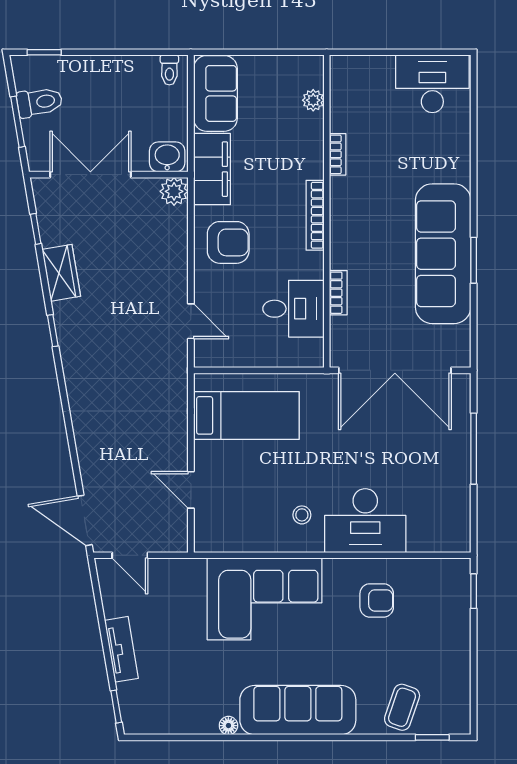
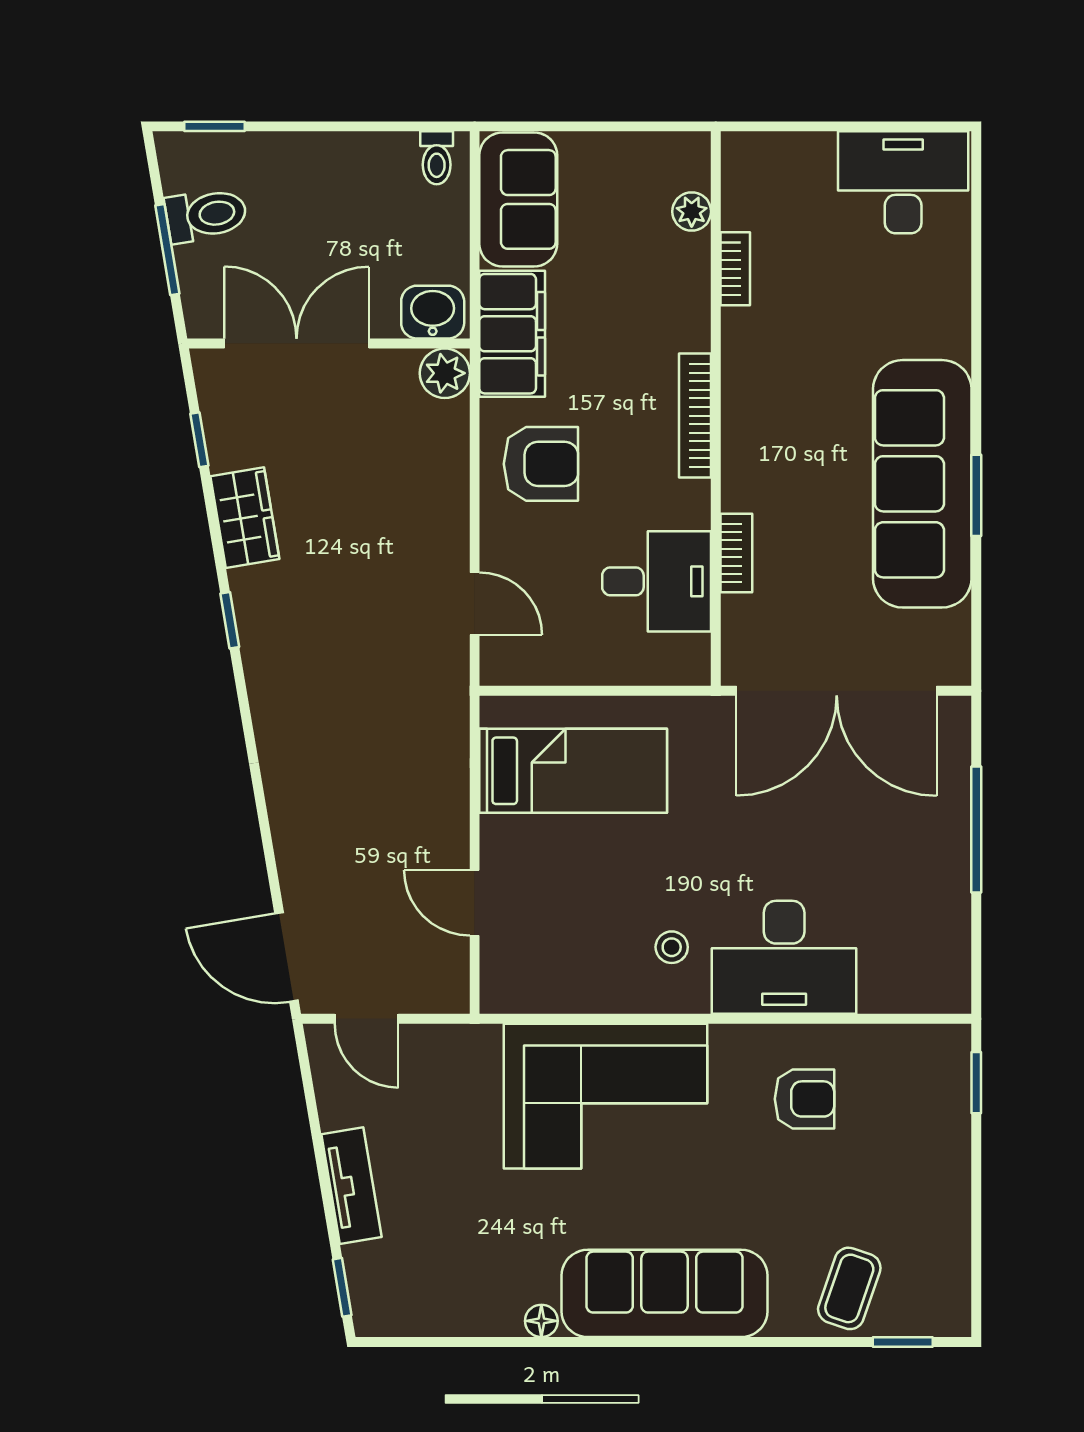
bookcase: (338, 154) -> (735, 269), moved

